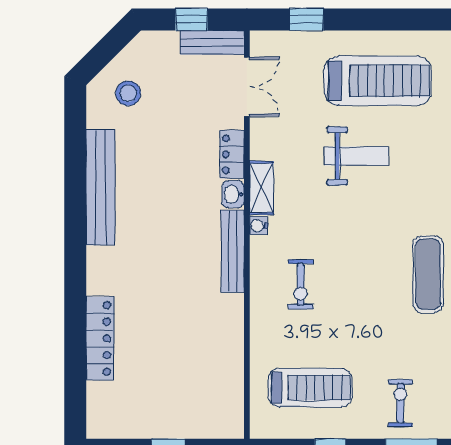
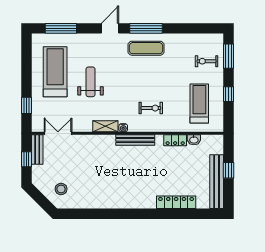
locker: (232, 154) -> (175, 140), moved
bench: (101, 188) -> (217, 182), moved, turned 90
washbasin: (233, 194) -> (194, 140), moved

